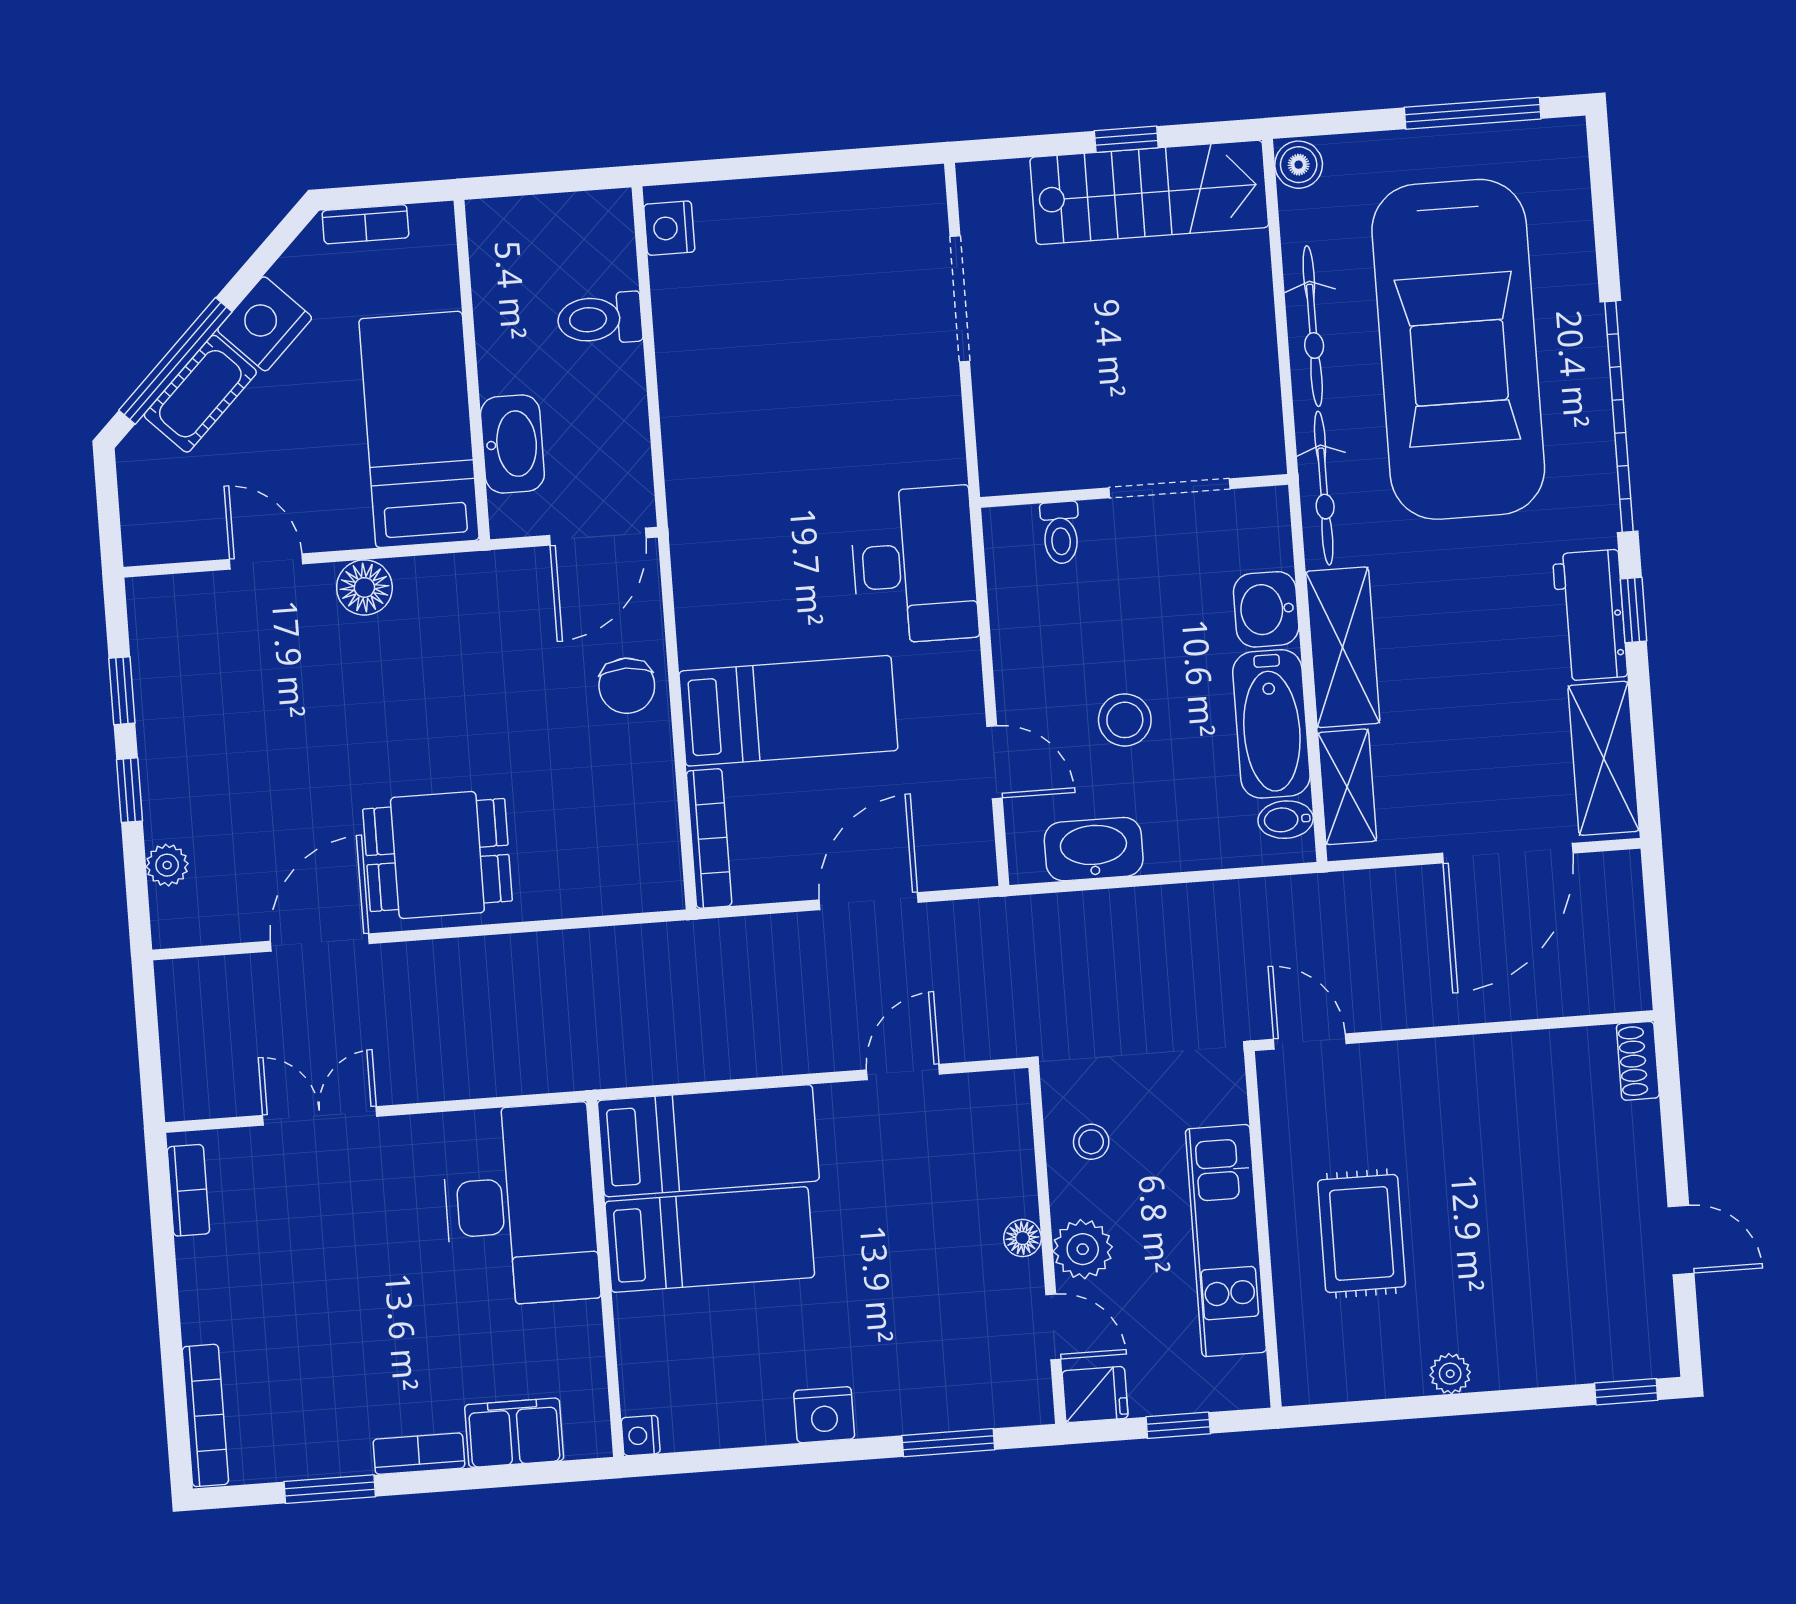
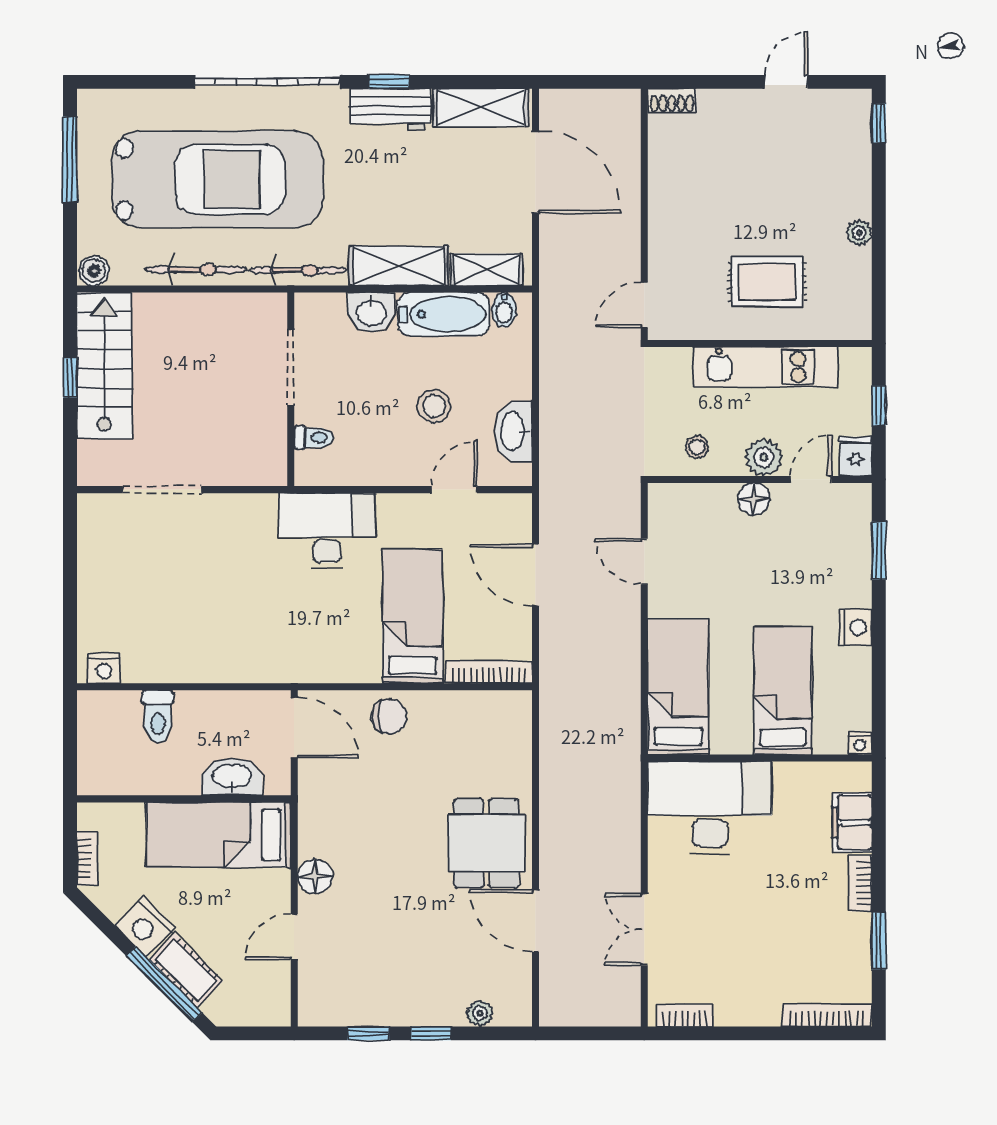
floor lamp: (1022, 1238) -> (754, 499), width x1.37, depth x1.37
bed: (710, 1239) -> (783, 691), moved

